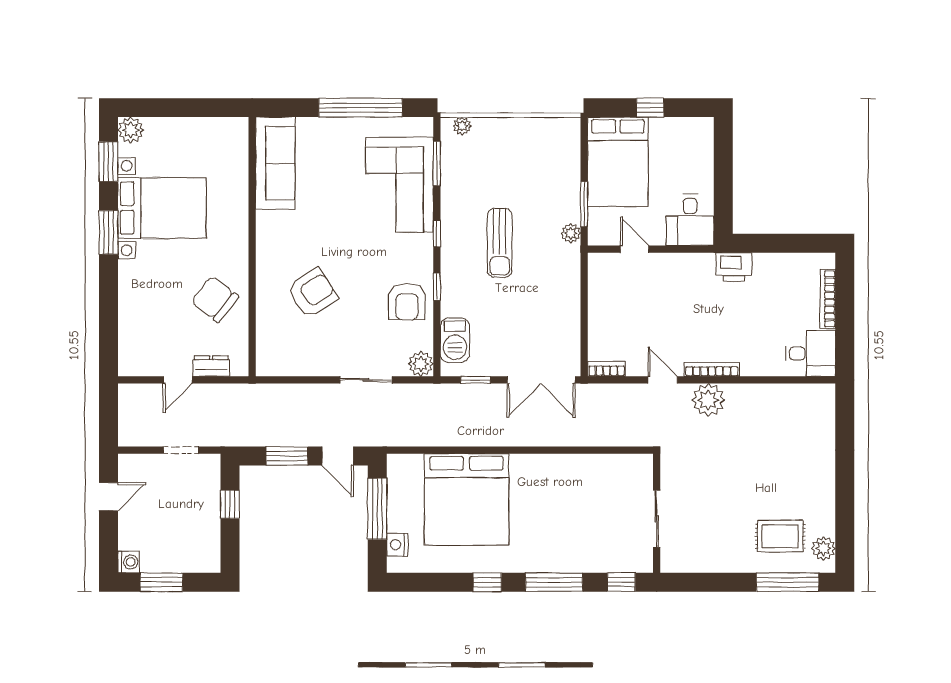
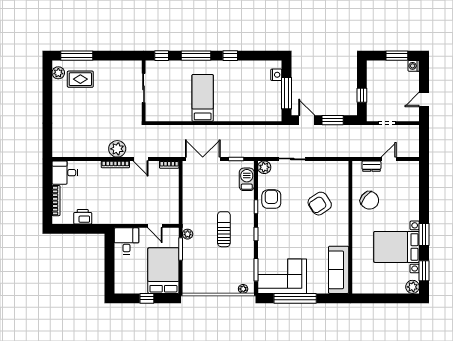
corner sofa: (399, 185) -> (282, 276), moved, turned -90
printer: (734, 267) -> (83, 217), moved
bed: (467, 500) -> (203, 98), moved, width x0.49

